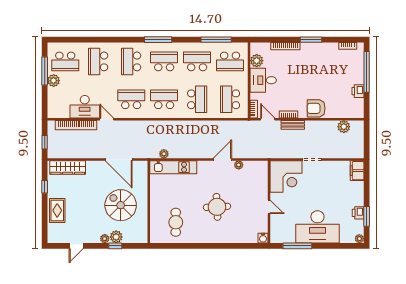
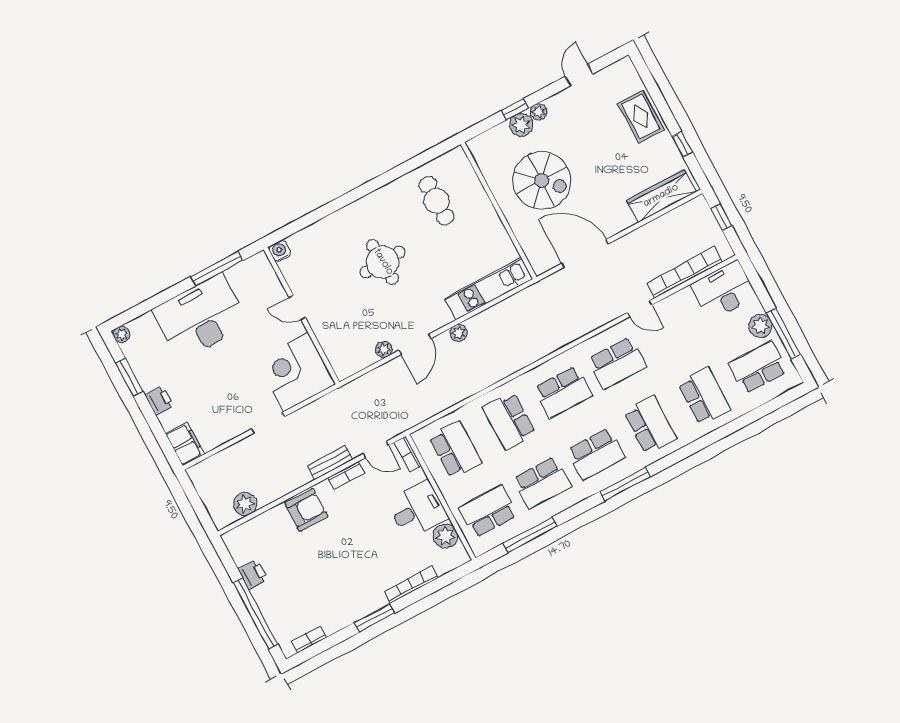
desk: (85, 107) -> (724, 290), moved
plant: (164, 154) -> (459, 333), moved
printer: (358, 213) -> (160, 401), moved

